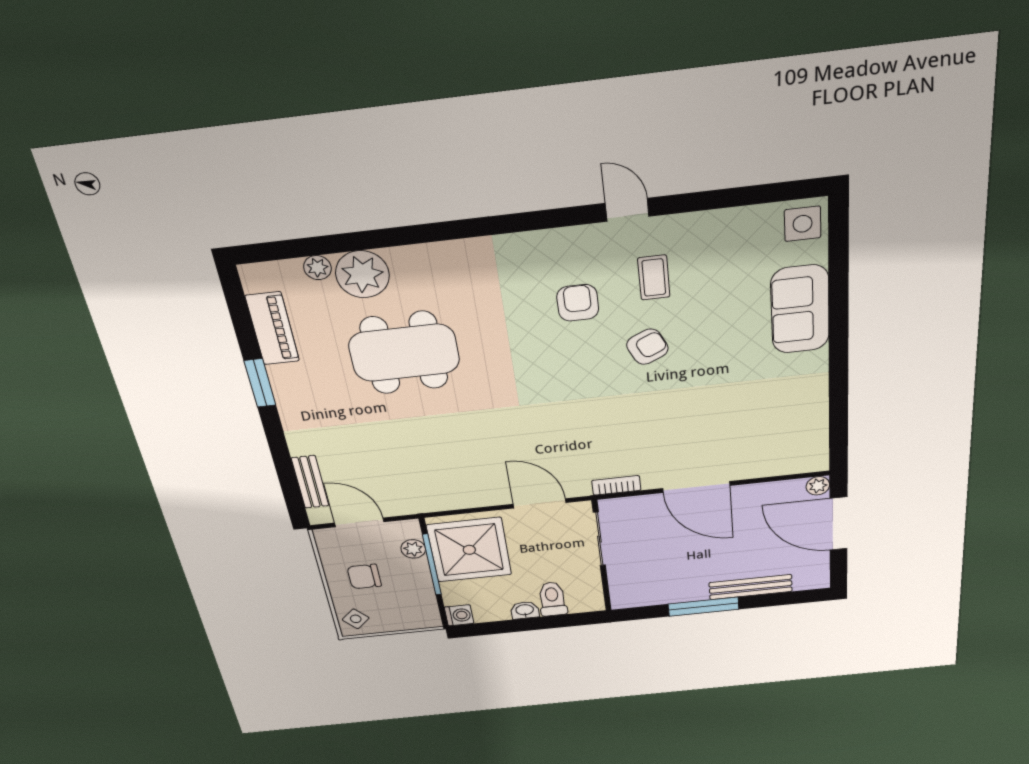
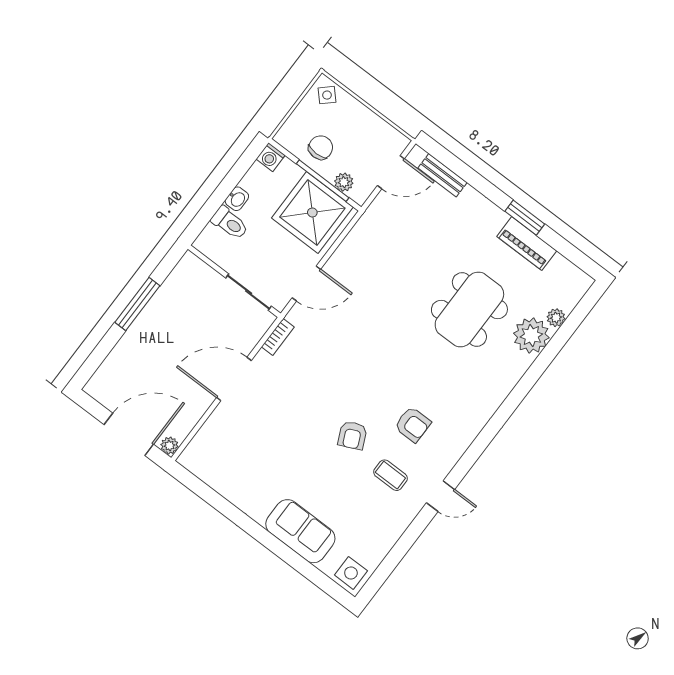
piano: (272, 329) -> (527, 244), moved
chair: (364, 577) -> (321, 148), moved
bench: (751, 587) -> (127, 345), removed

